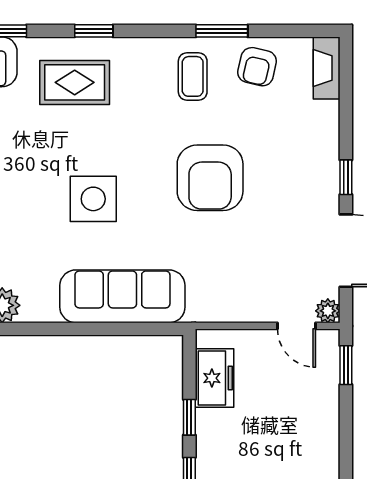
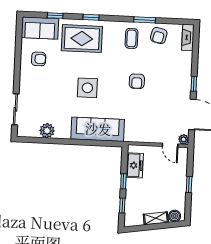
rug: (75, 82) -> (82, 39), width x1.36, depth x1.43
armchair: (210, 178) -> (137, 81), width x0.53, depth x0.53
window: (346, 365) -> (189, 184), moved

